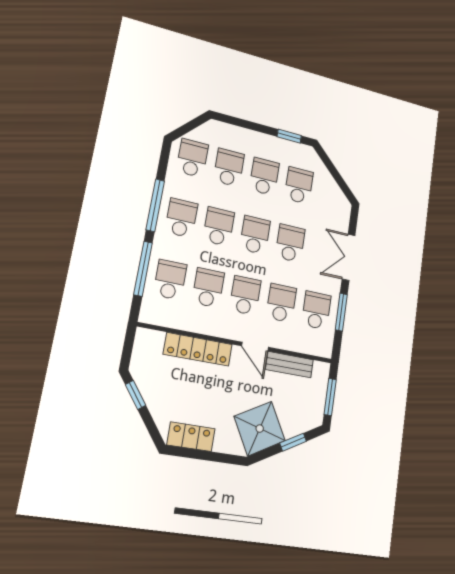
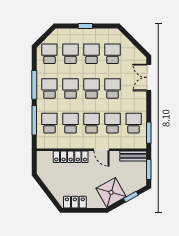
window: (289, 136) -> (85, 26), moved
double door: (349, 257) -> (149, 77), moved
window: (341, 312) -> (149, 133), moved
bench: (289, 365) -> (133, 156), moved
window: (135, 395) -> (43, 186), removed

